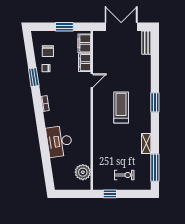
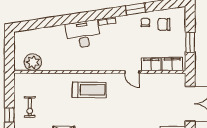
treadmill: (121, 107) -> (89, 90), moved
desk: (59, 141) -> (83, 34), moved
window: (110, 194) -> (9, 115), moved

